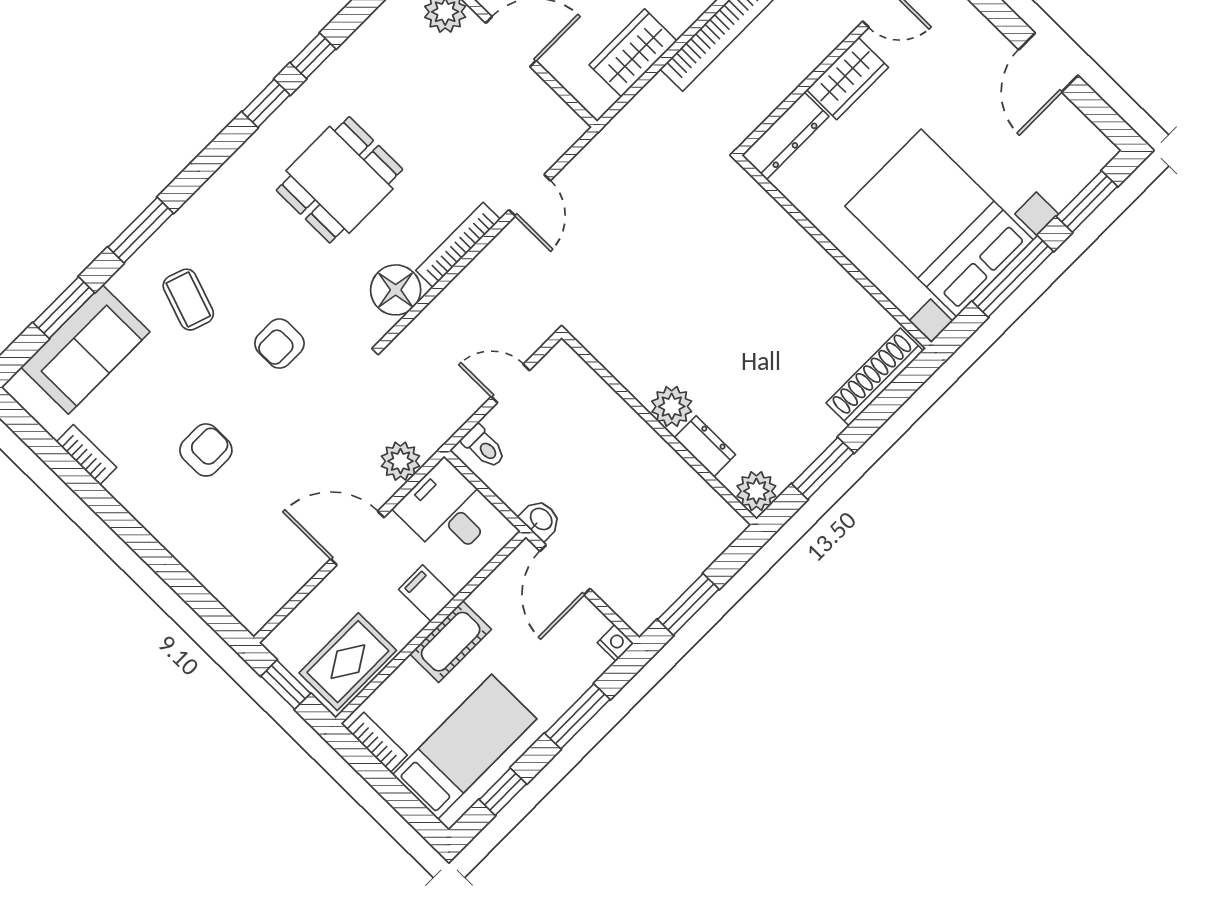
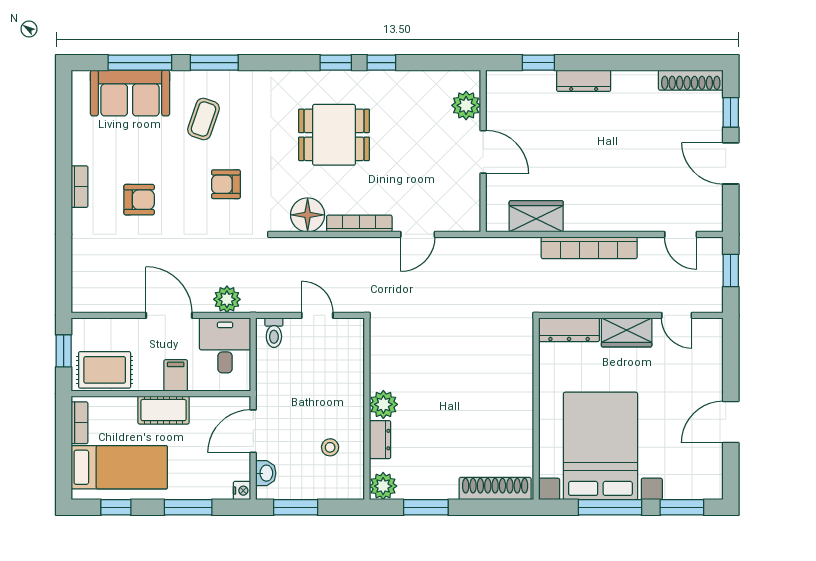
window: (64, 308) -> (140, 63), width x1.44
bookcase: (86, 455) -> (80, 187), moved
stool: (661, 506) -> (330, 447), added
washbasin: (541, 520) -> (266, 473), moved

